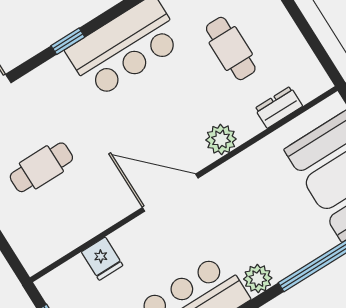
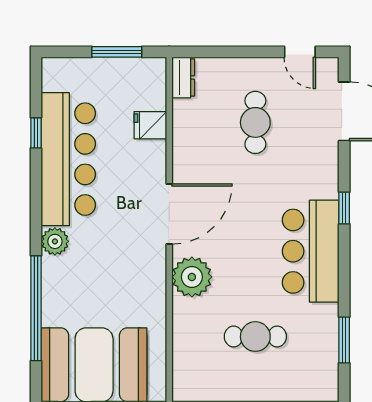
dresser: (279, 107) -> (183, 77), moved
plant: (221, 139) -> (192, 277), width x1.36, depth x1.36

